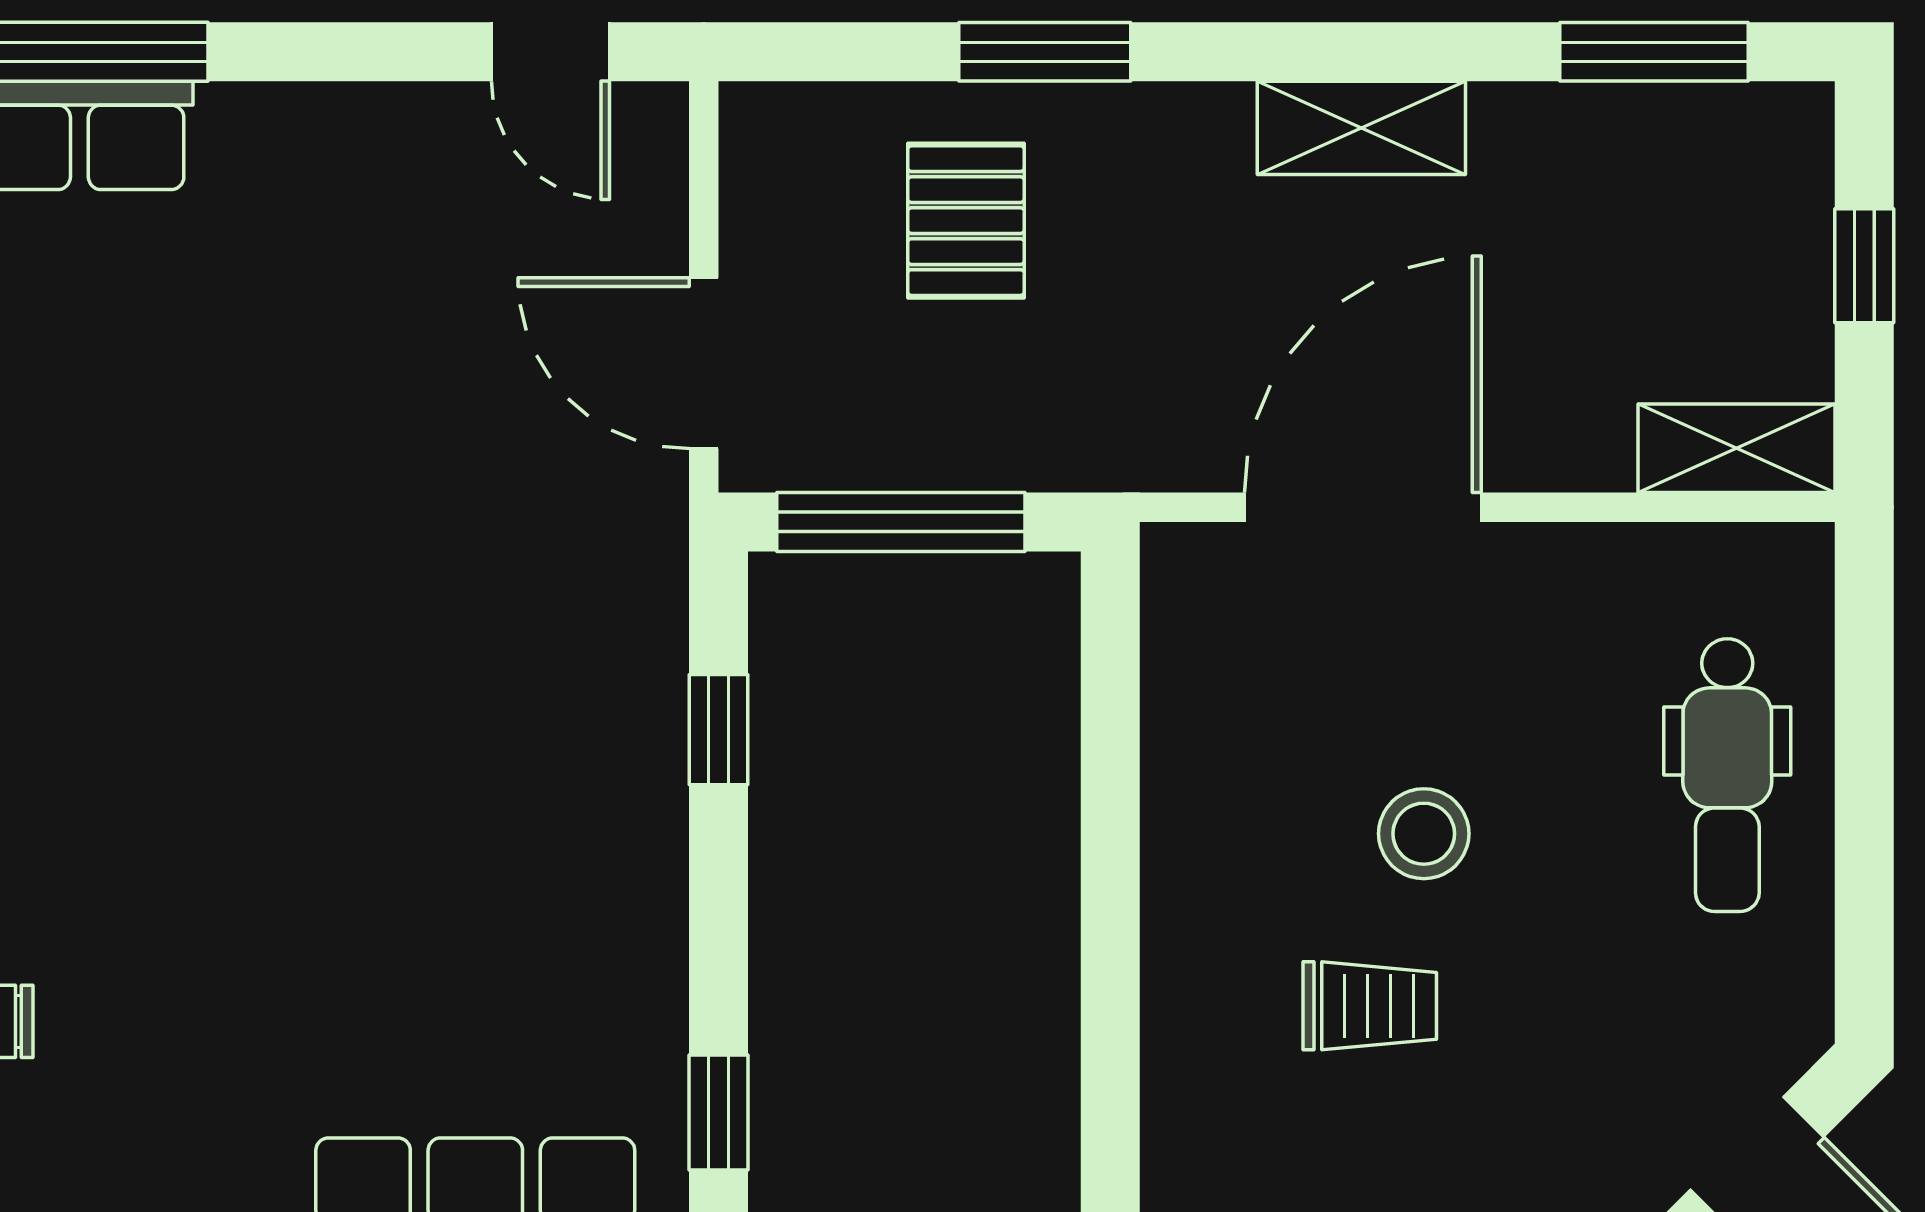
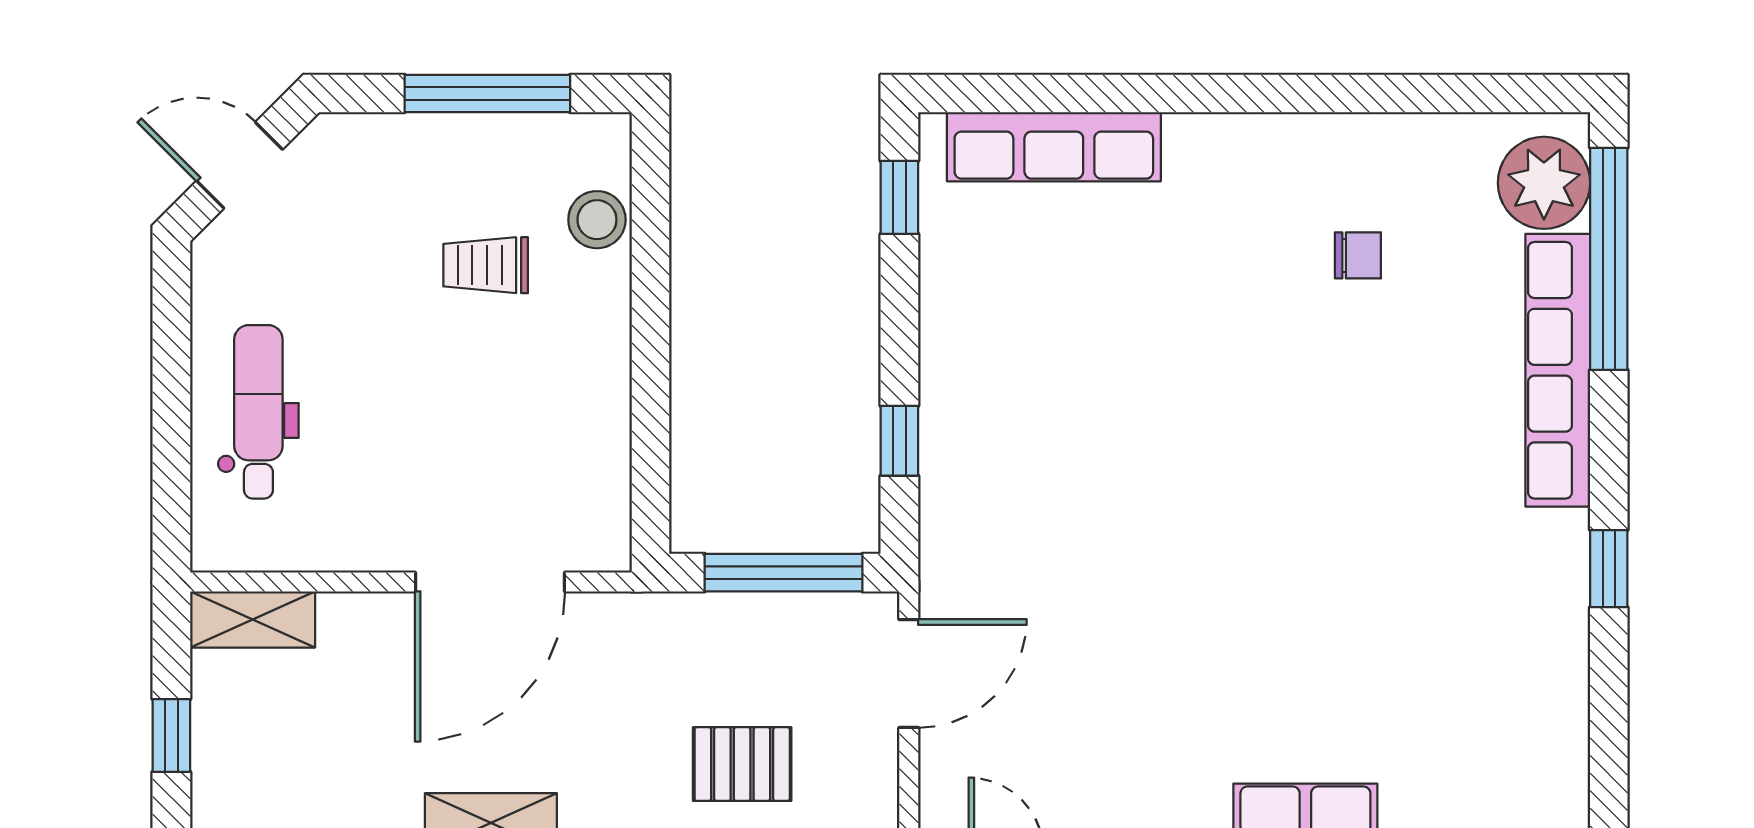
pallet: (966, 221) -> (742, 764), turned 90
door: (704, 363) -> (909, 673), hinge flipped
stool: (1424, 834) -> (597, 220), moved

